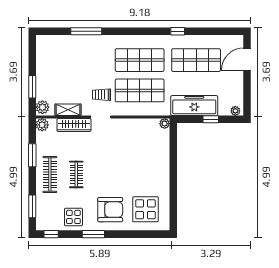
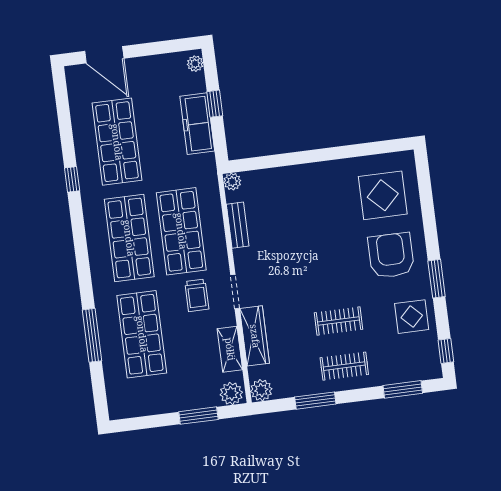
shop shelf: (83, 60) -> (142, 334), added
freezer: (194, 106) -> (197, 124), width x0.73, depth x0.79
bench: (139, 123) -> (238, 225), added
clothes rail: (50, 174) -> (344, 366), width x0.73

